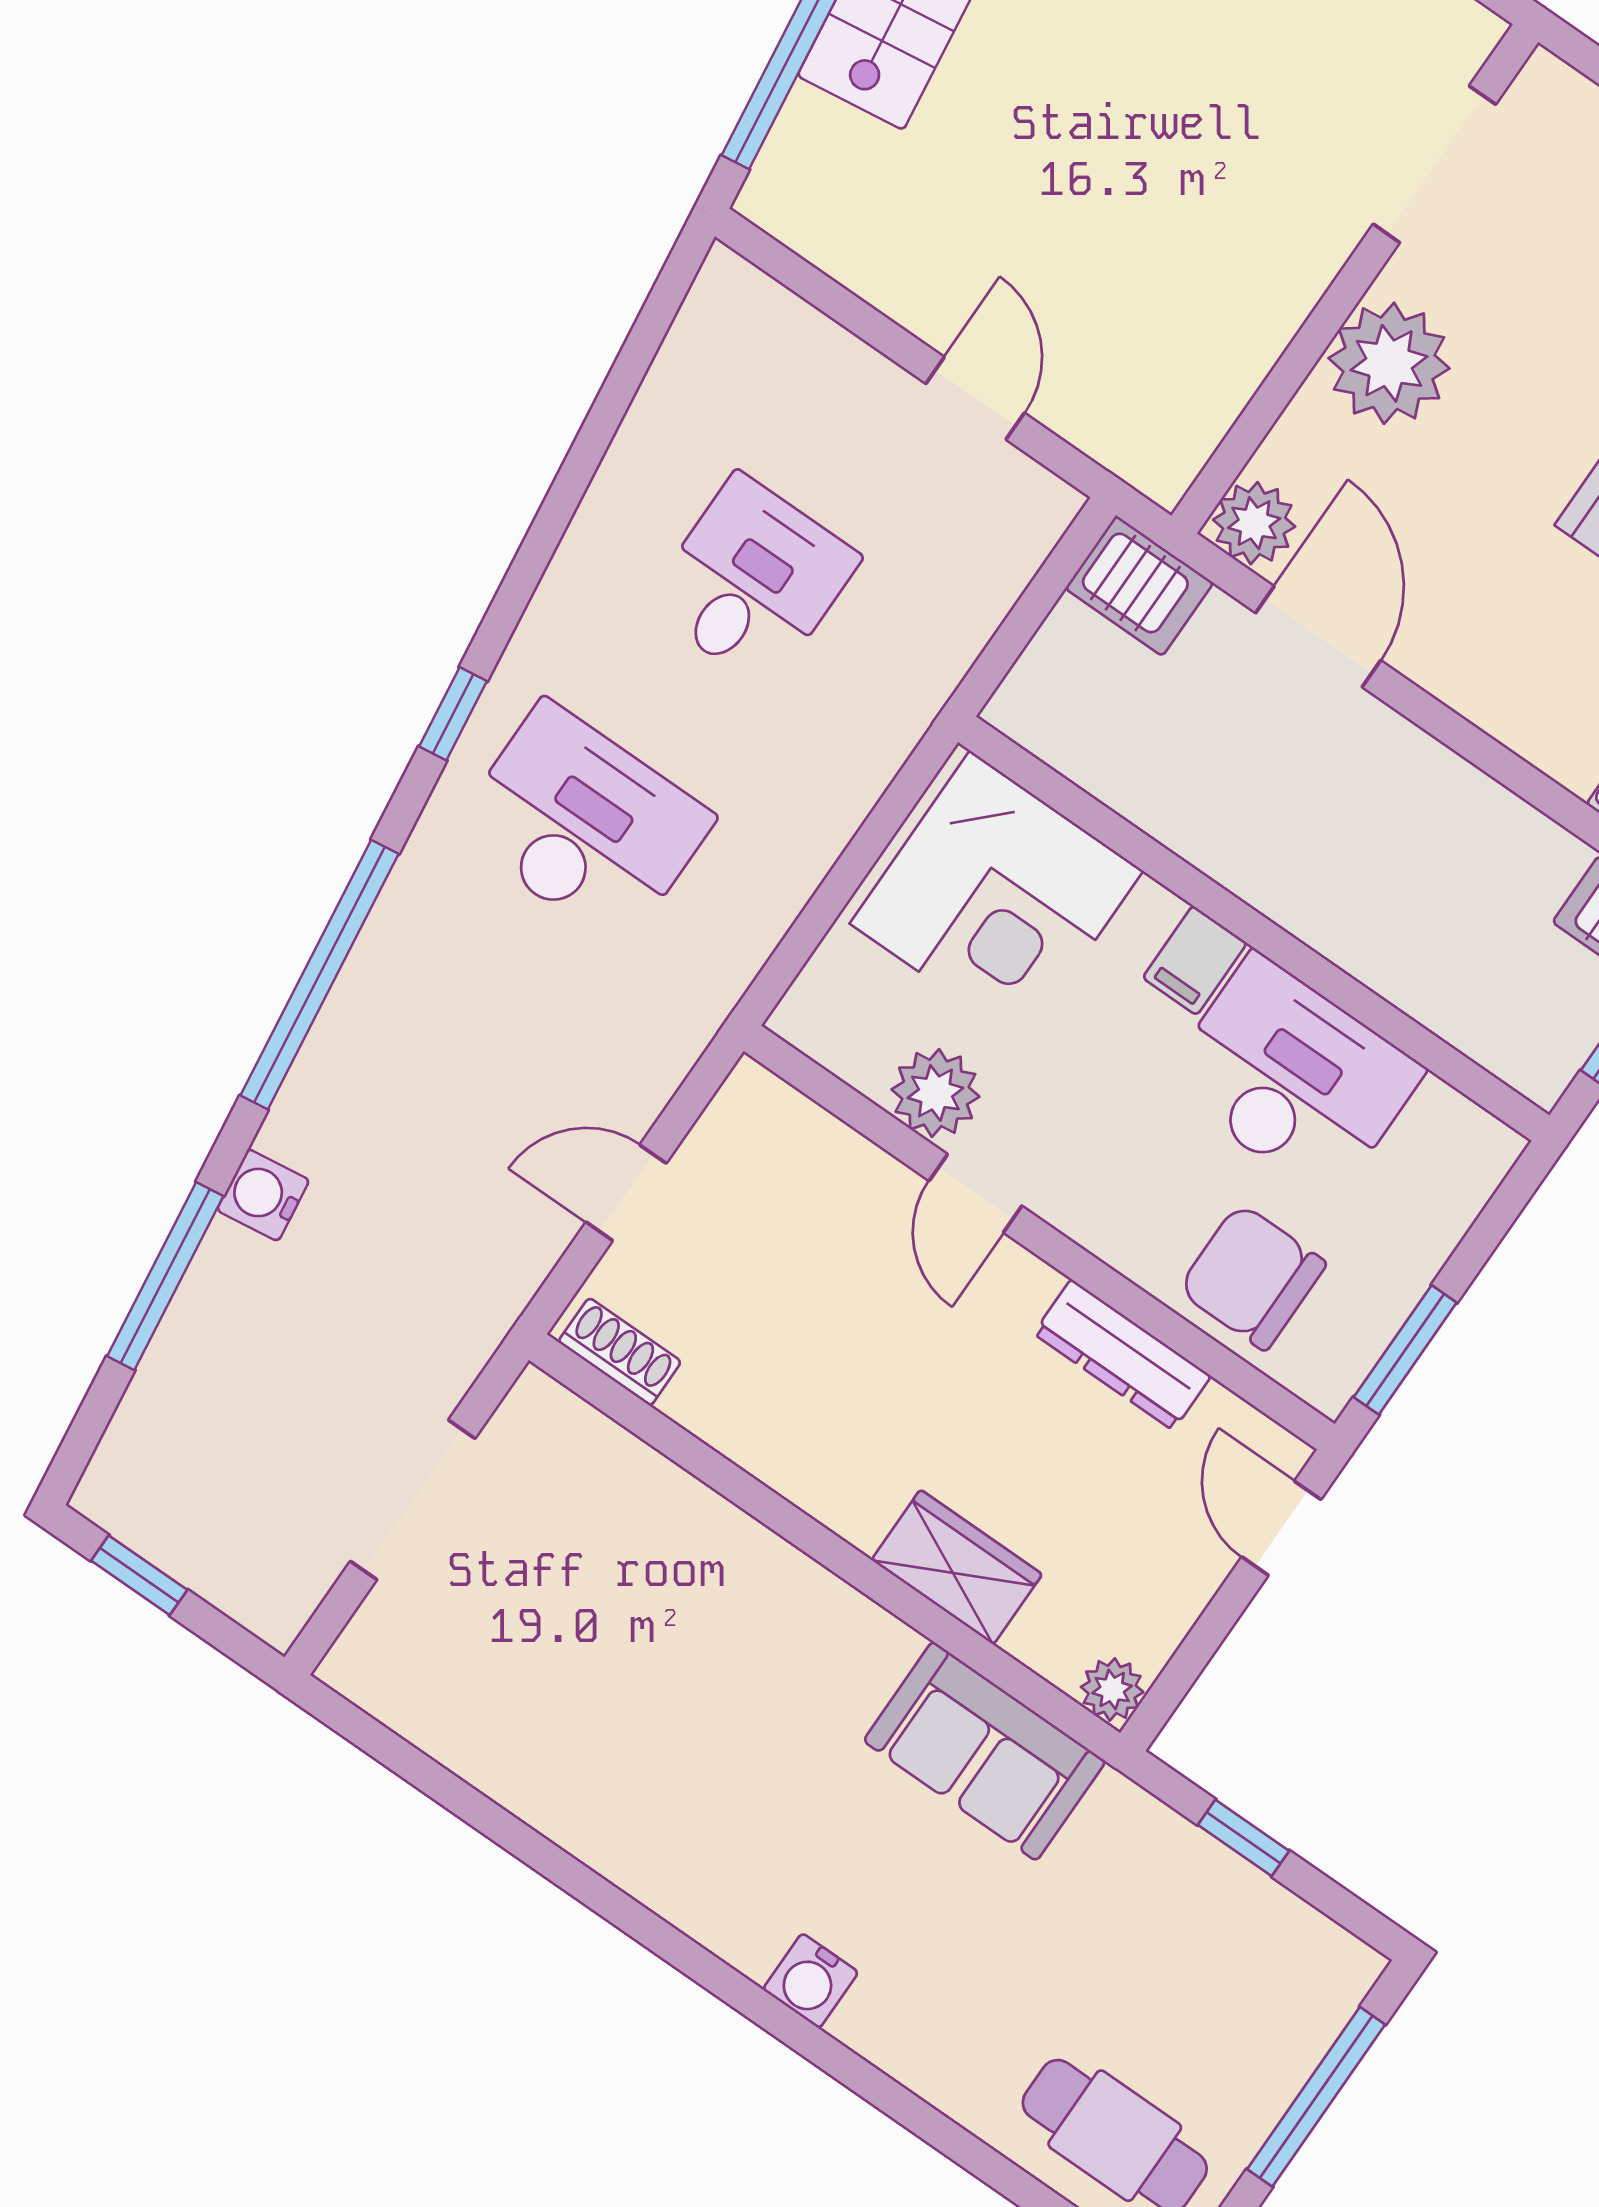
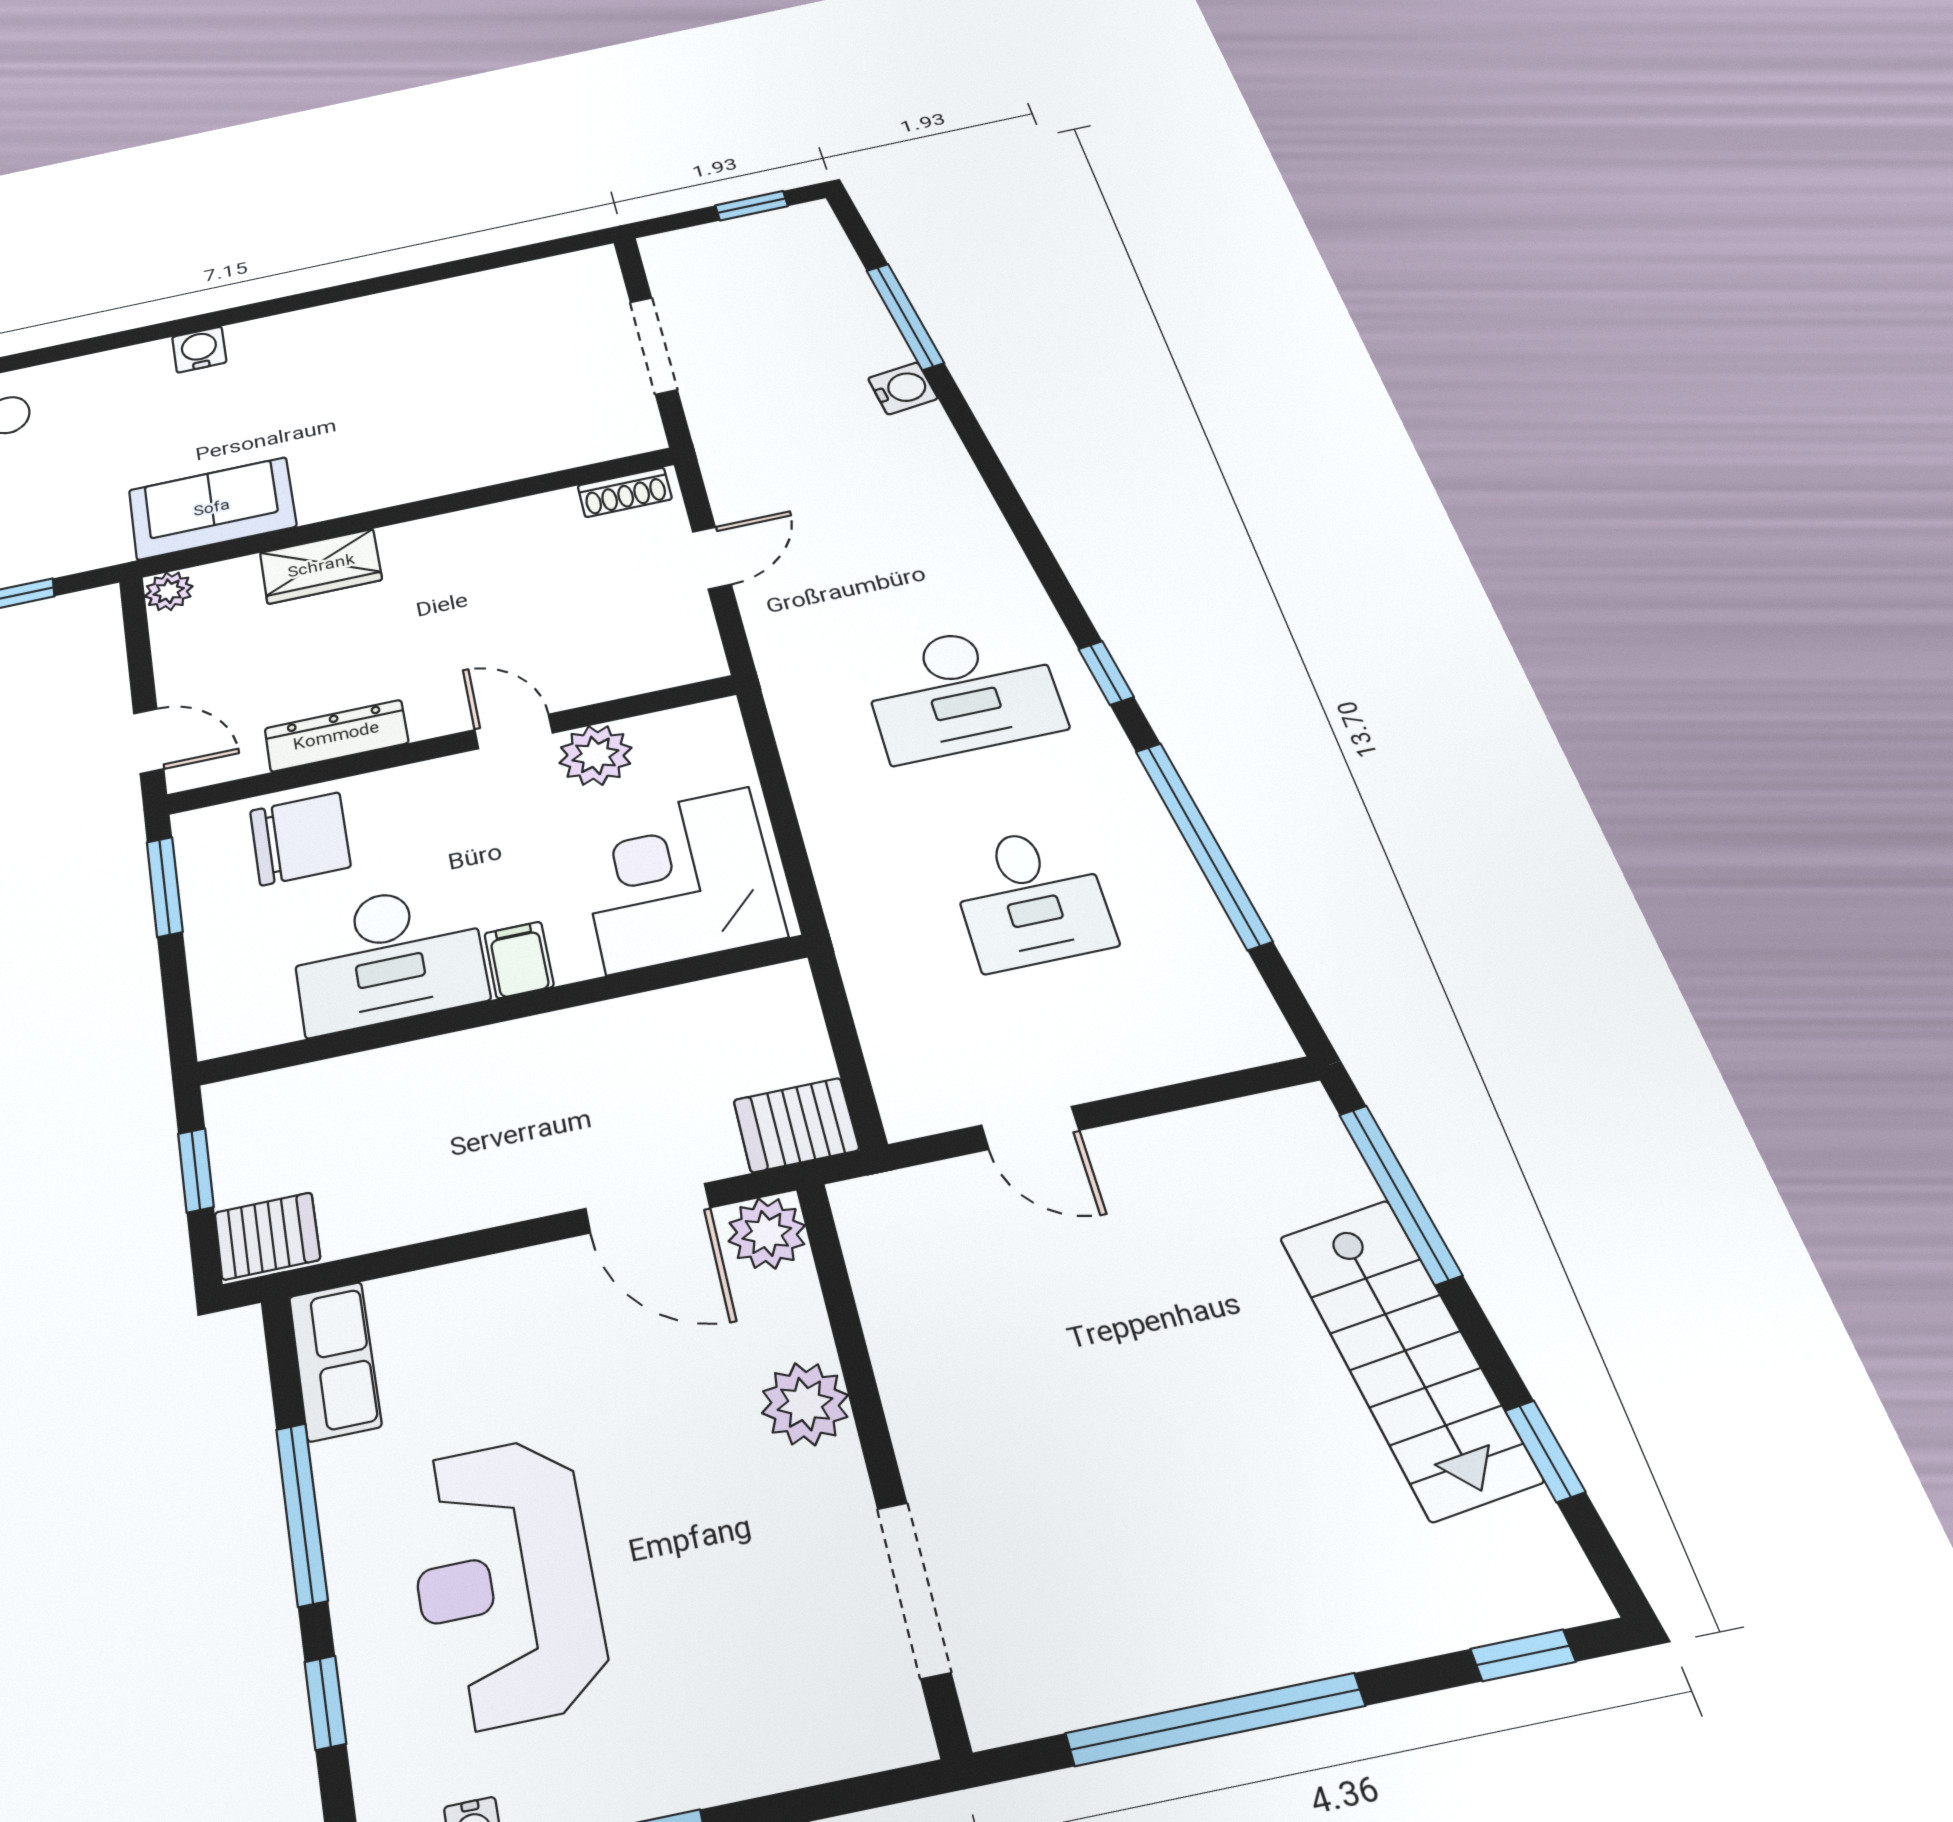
plant: (1389, 363) -> (805, 1404), width x0.73, depth x0.73
window: (320, 975) -> (1203, 844), moved

